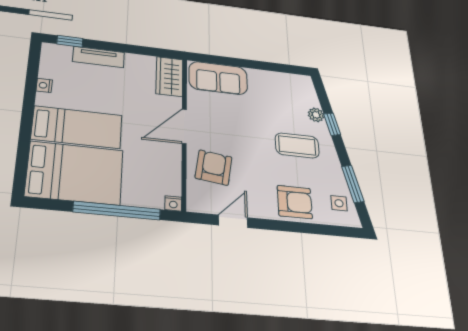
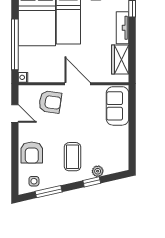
wardrobe: (169, 76) -> (120, 60), moved, turned -90

